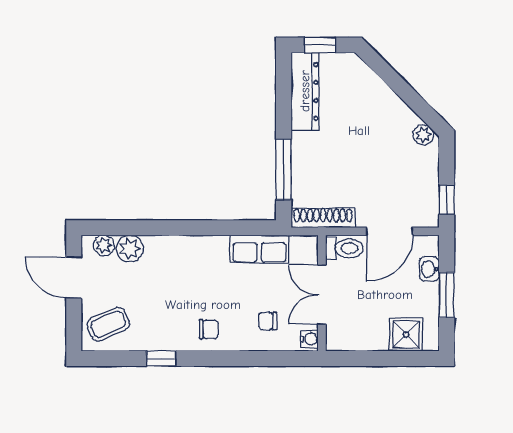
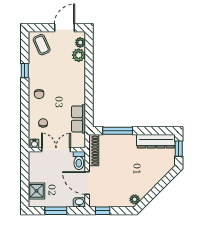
washbasin: (429, 269) -> (79, 202), moved

